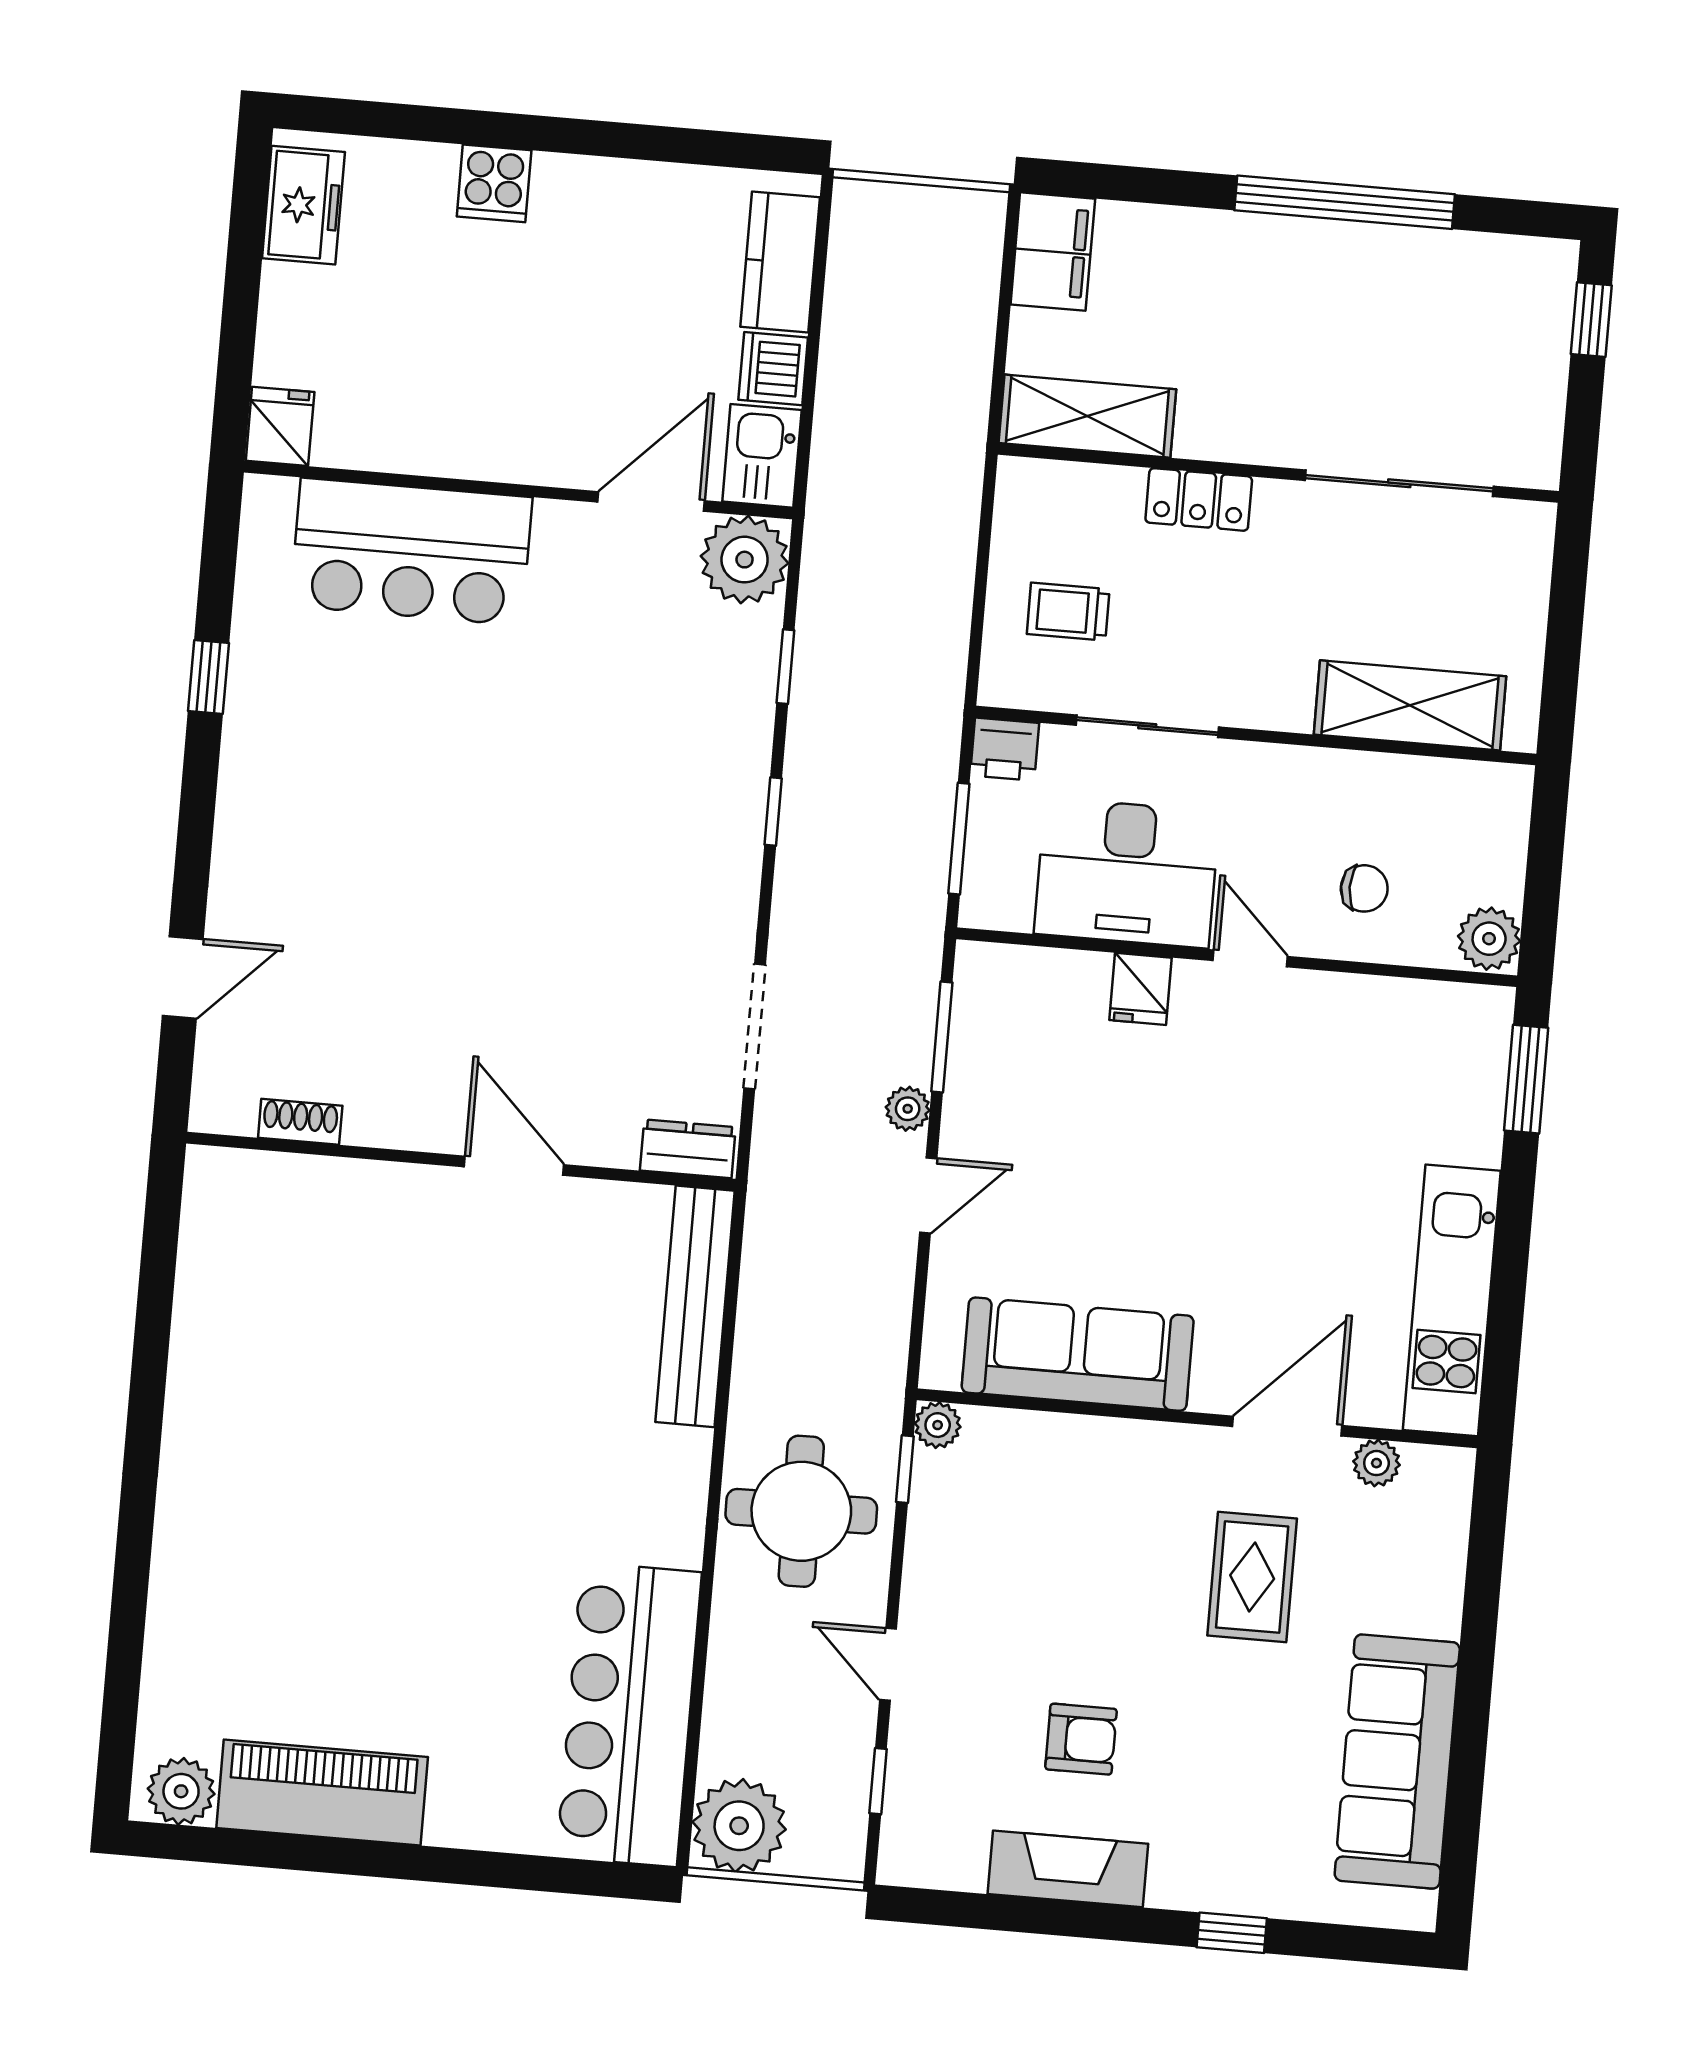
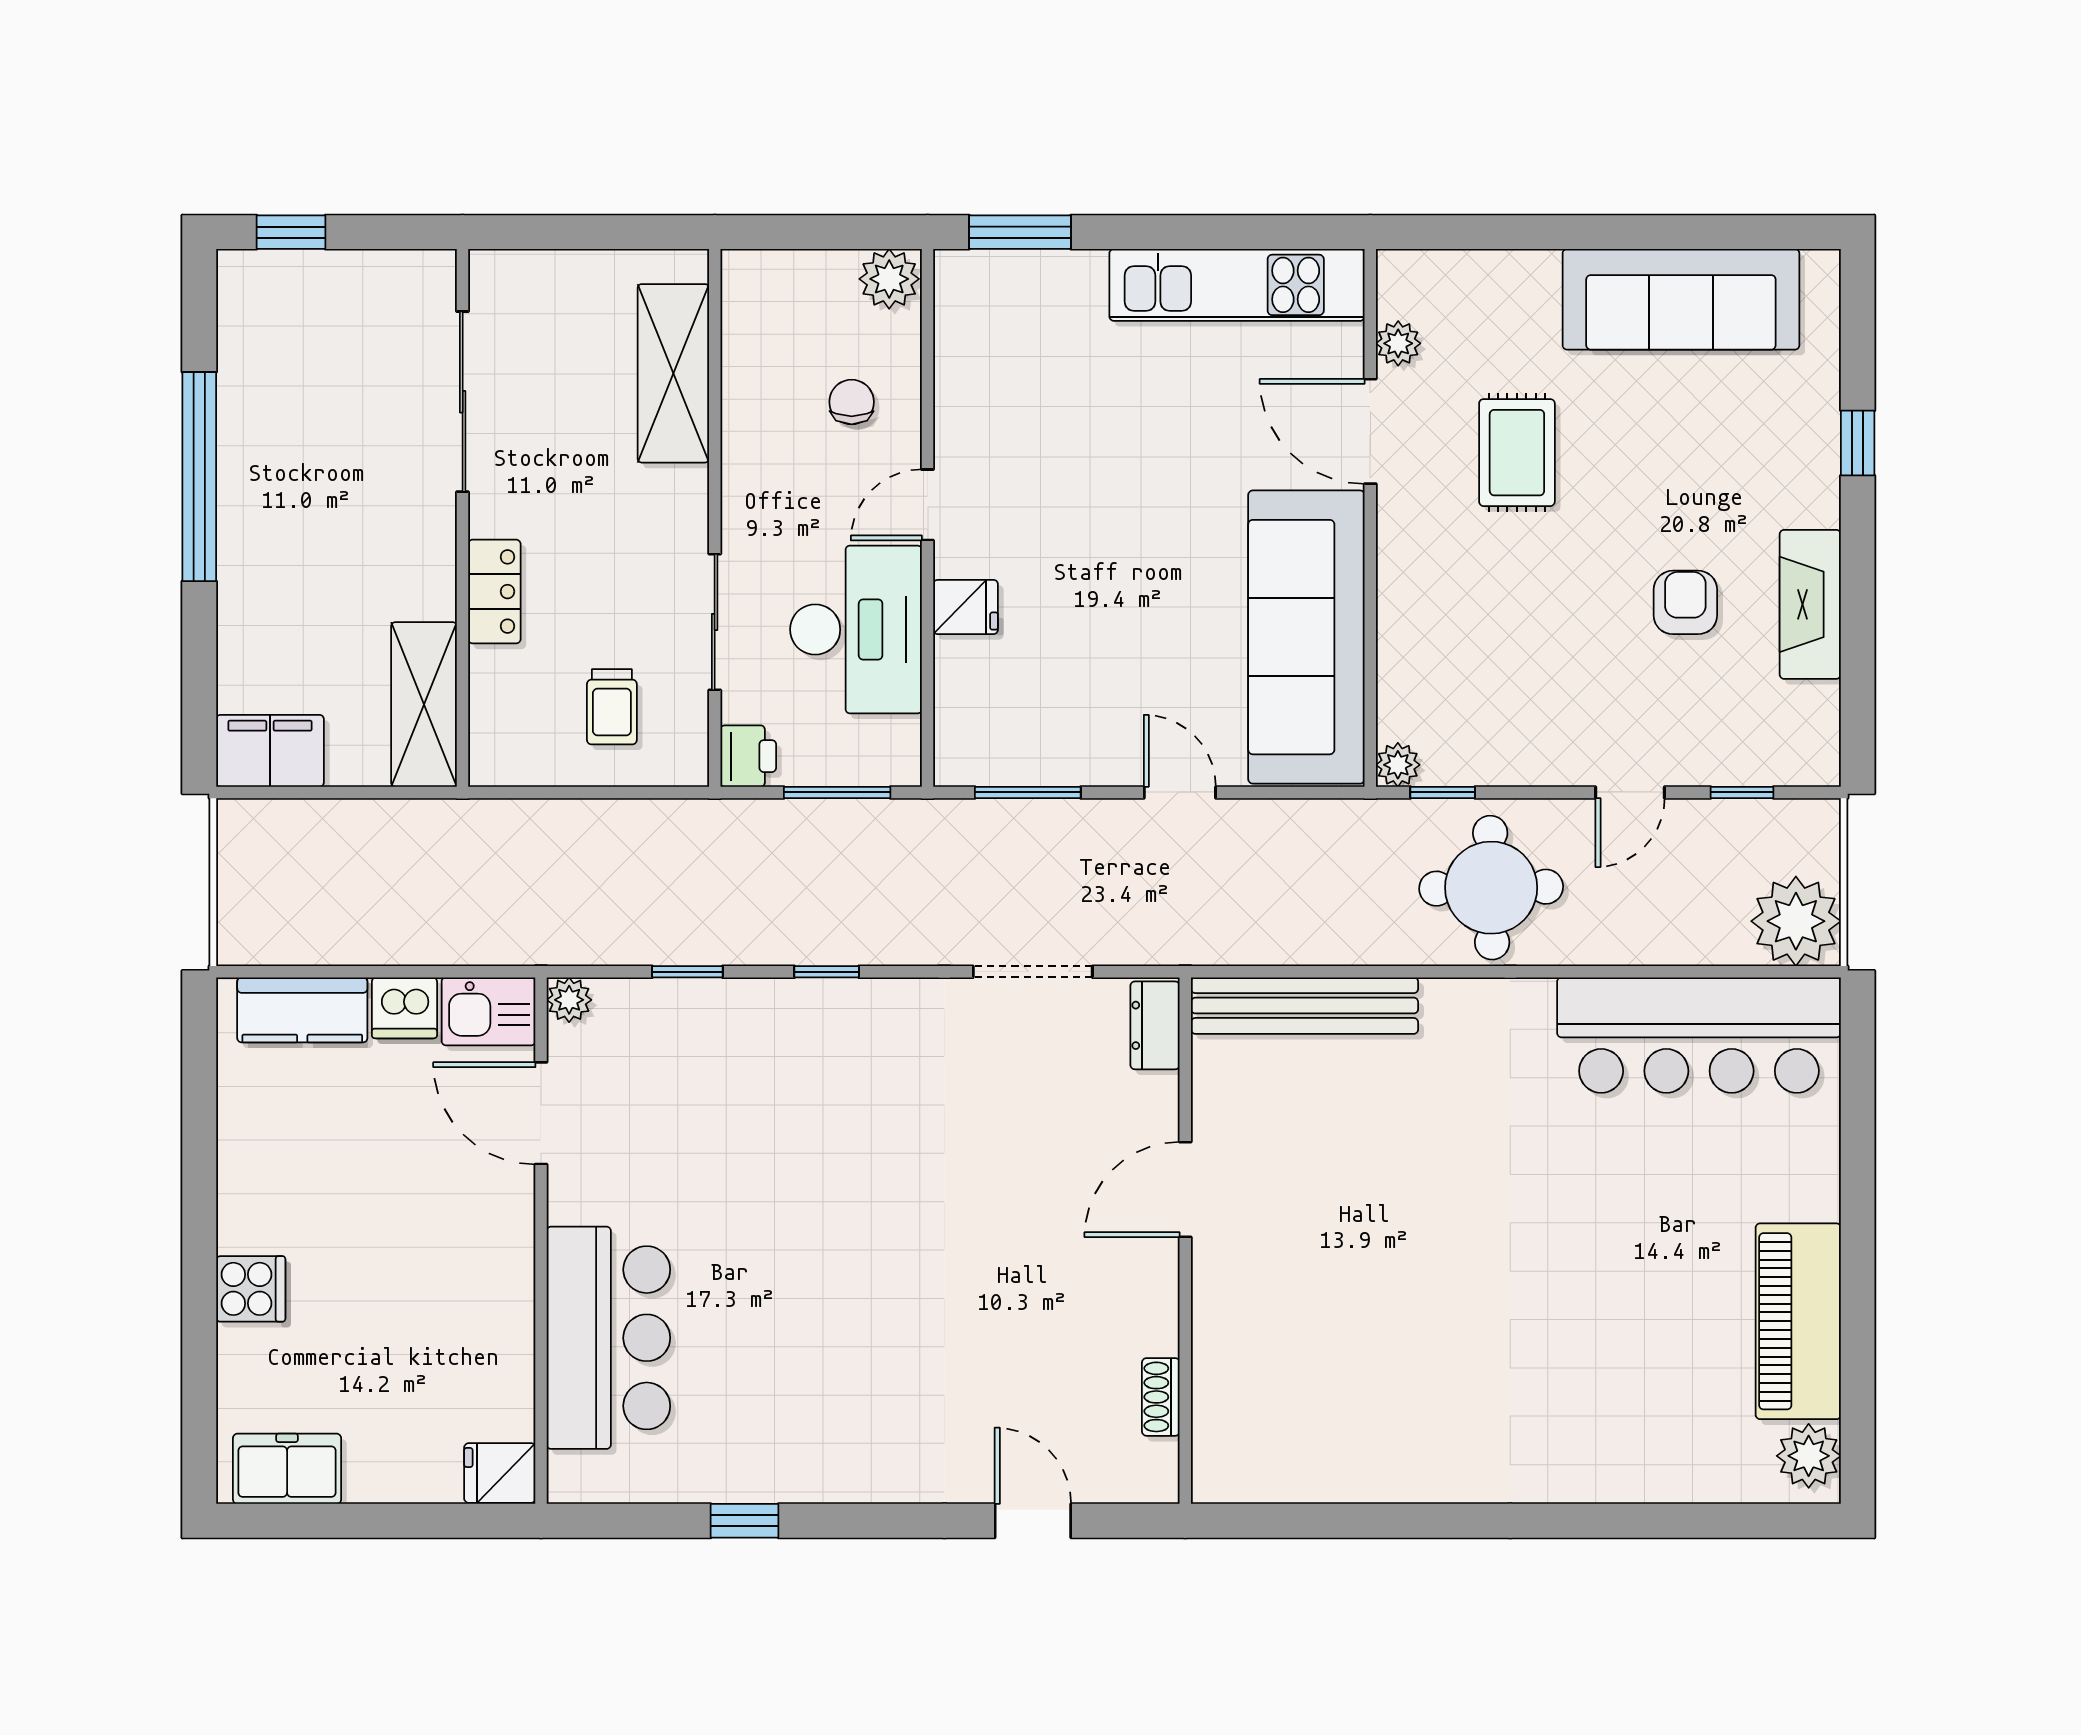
plant: (745, 560) -> (569, 1000), width x0.53, depth x0.53
plant: (908, 1109) -> (1099, 819), removed
sofa: (1078, 1354) -> (1306, 637), width x1.36, depth x1.27
rug: (1252, 1577) -> (1517, 453), turned 90

